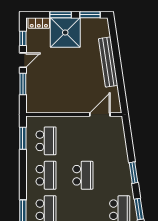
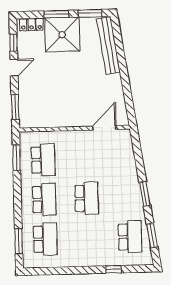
bench: (108, 62) -> (108, 46), moved
window: (23, 84) -> (15, 107), moved

